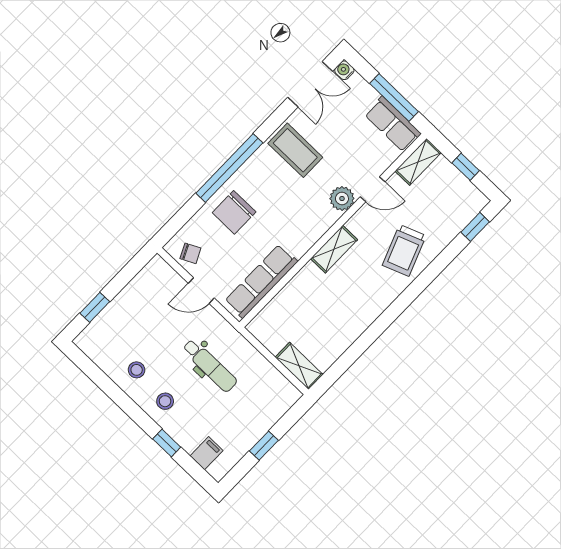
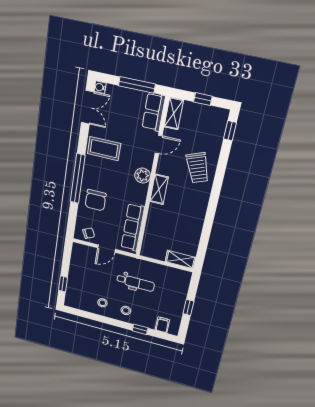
row of seats: (393, 124) -> (154, 112), moved, turned 90
plant: (342, 199) -> (143, 176), moved

